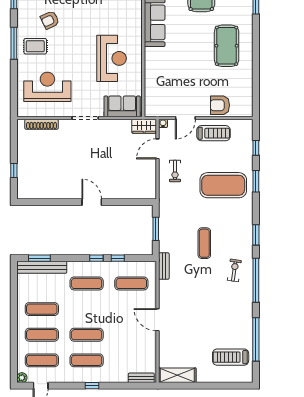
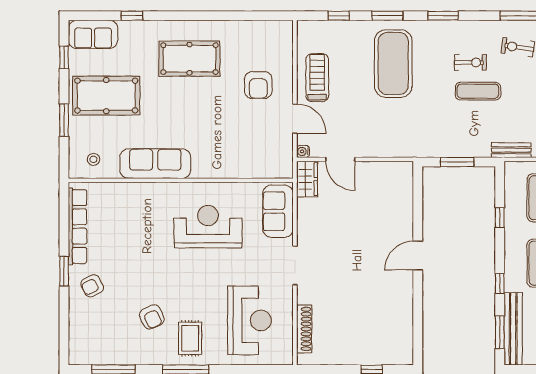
reception desk: (47, 87) -> (250, 320), turned 180
armchair: (220, 105) -> (258, 85), moved
exercise bike: (175, 171) -> (470, 62), moved
window: (256, 235) -> (443, 16), moved
window: (96, 258) -> (500, 284), moved

